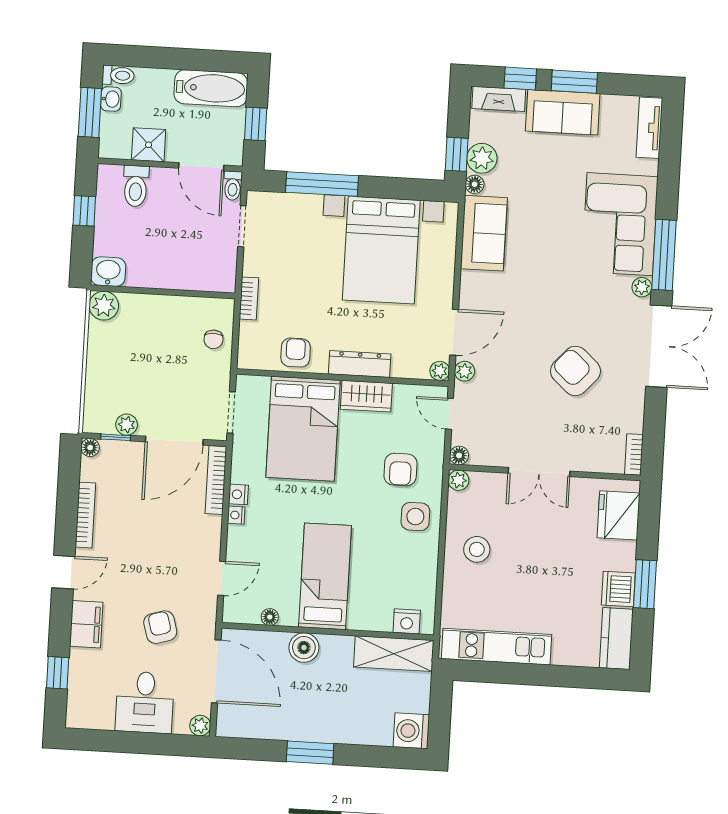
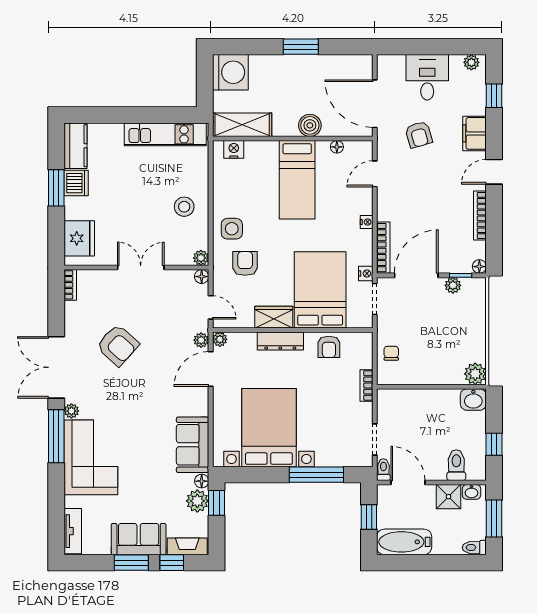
washbasin: (111, 99) -> (471, 492), moved, turned -90
nightstand: (238, 494) -> (366, 274), moved
plant: (200, 726) -> (471, 62), moved
washing machine: (411, 731) -> (230, 72), width x1.37, depth x1.37

